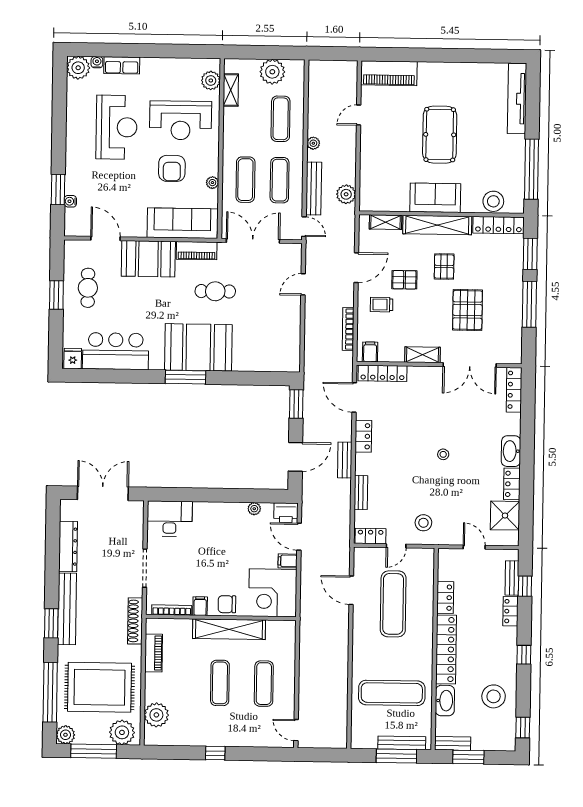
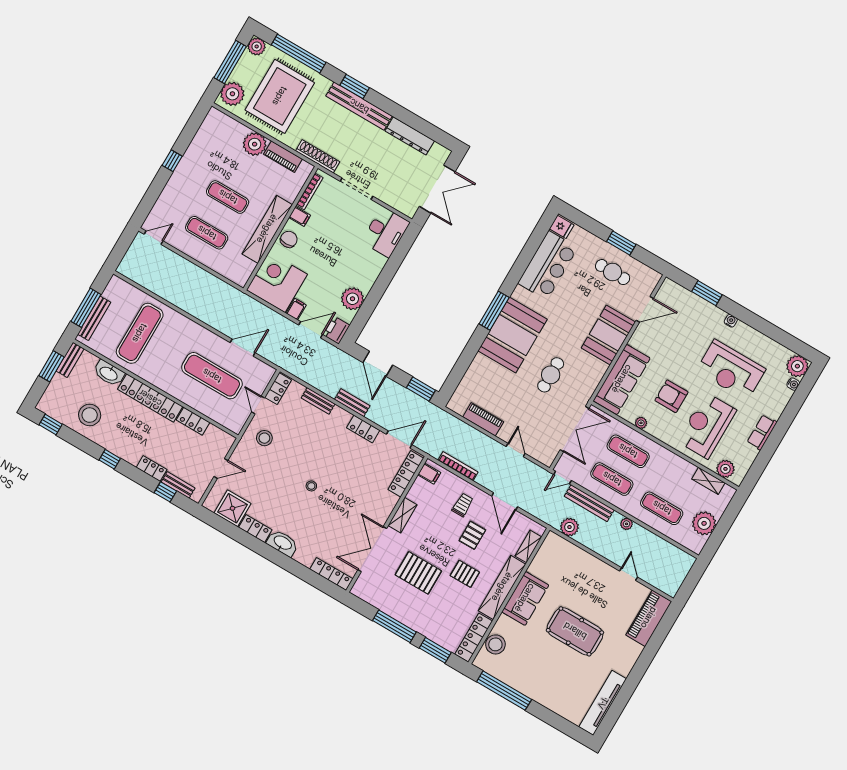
row of seats: (122, 65) -> (762, 432), moved
tv unit: (517, 99) -> (603, 703), moved, turned -90
water cooler: (70, 201) -> (731, 321), moved
piano: (197, 251) -> (483, 419), moved, turned 90
plant: (254, 509) -> (352, 299), width x1.88, depth x1.88
plant: (156, 715) -> (255, 144), moved

